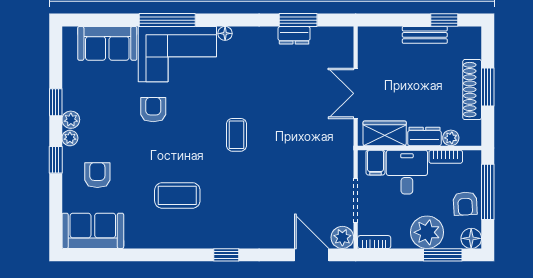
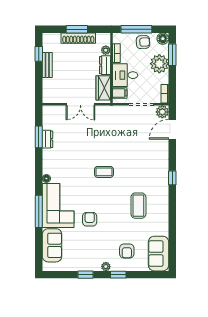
armchair: (153, 110) -> (90, 219), turned 90
plant: (71, 120) -> (95, 266), removed
armchair: (97, 175) -> (127, 251), turned -90

